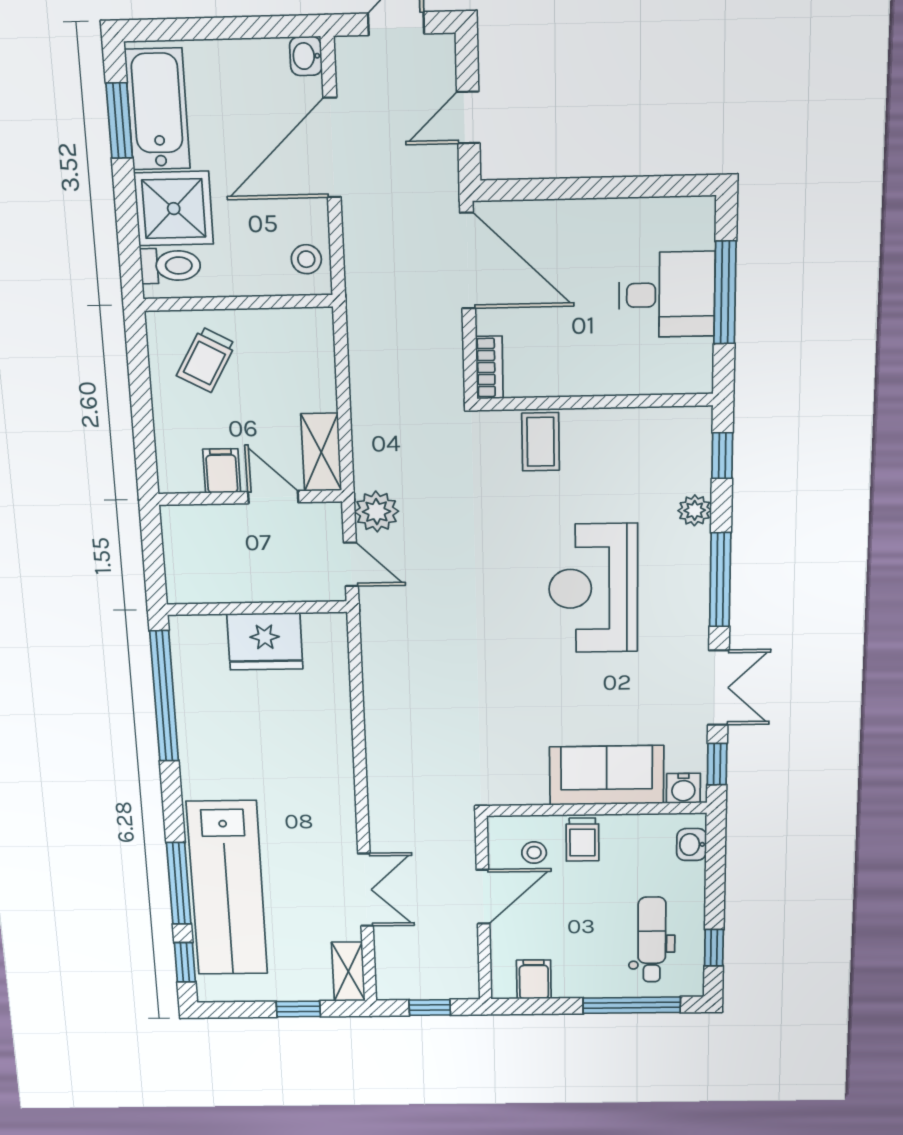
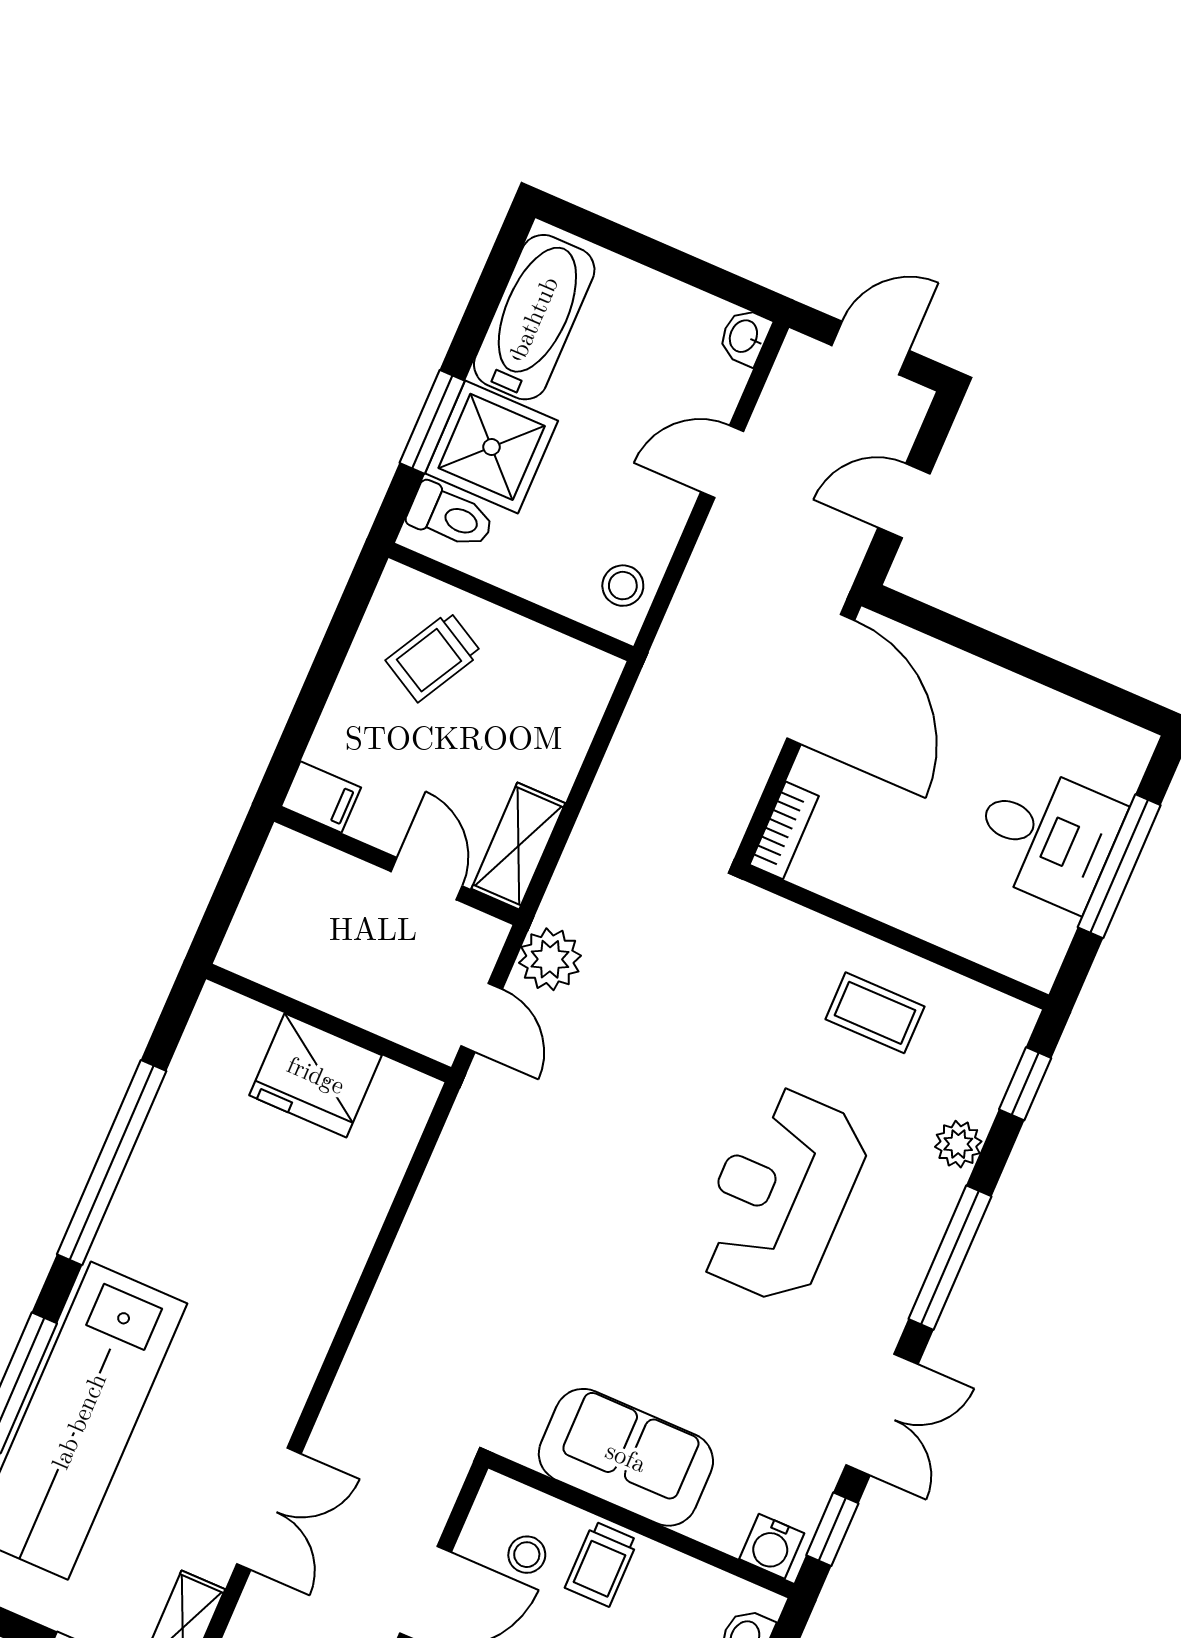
window: (119, 121) -> (432, 422), moved
door: (332, 148) -> (722, 462), width x0.53
coffee table: (541, 442) -> (875, 1013), moved, turned 90
filing cabinet: (222, 471) -> (321, 797), moved, turned 90
window: (164, 696) -> (112, 1163), moved
sofa: (607, 775) -> (626, 1457), moved

